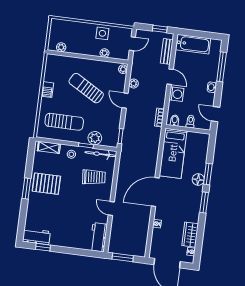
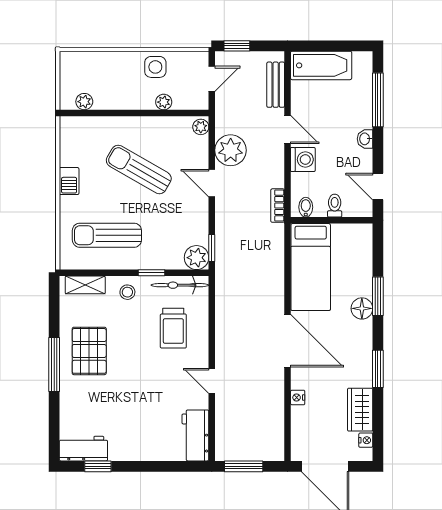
window: (160, 29) -> (237, 46), moved
plant: (134, 84) -> (231, 150), width x1.88, depth x1.88
sun lounger: (64, 122) -> (107, 235), turned 180
plant: (95, 138) -> (197, 258), moved
trolley: (94, 177) -> (173, 328), turned 95
pallet: (46, 184) -> (89, 351), turned 90
window: (26, 189) -> (54, 364), width x1.44
door: (155, 192) -> (287, 341), swing flipped
window: (204, 203) -> (378, 369), moved

